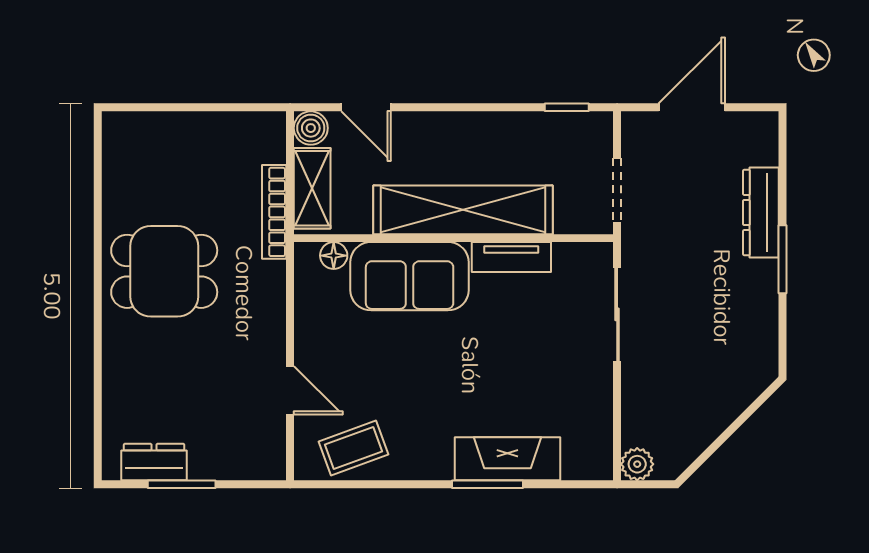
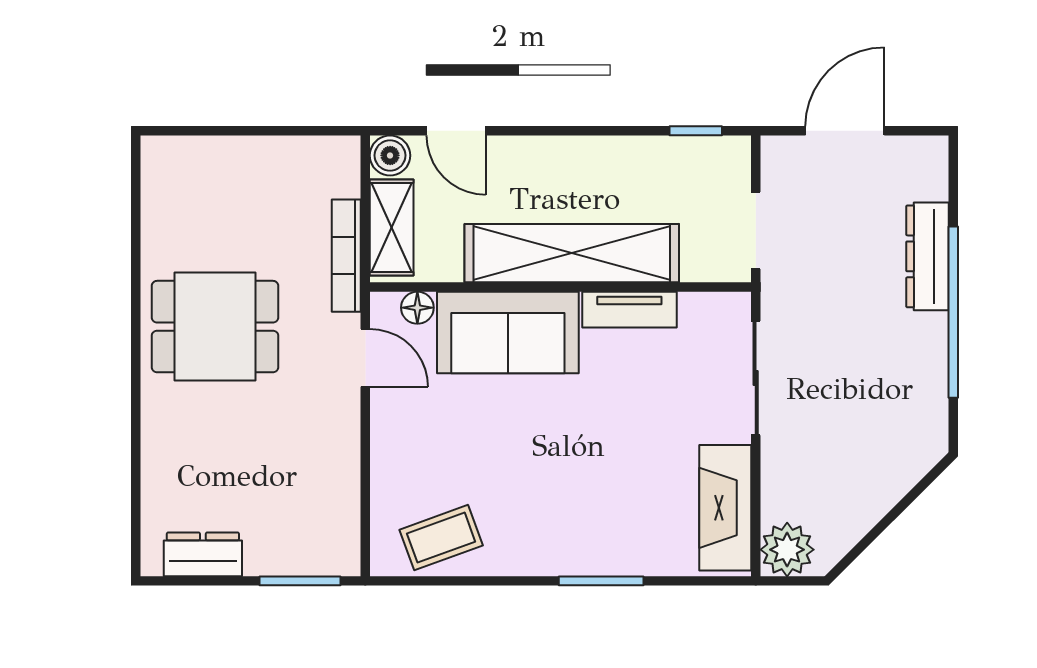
window: (782, 259) -> (953, 312), width x2.11
door: (290, 390) -> (365, 358), moved
fireplace: (507, 459) -> (725, 508), moved, turned -90
plant: (637, 464) -> (787, 550), width x1.38, depth x1.38
window: (182, 484) -> (300, 581), moved

